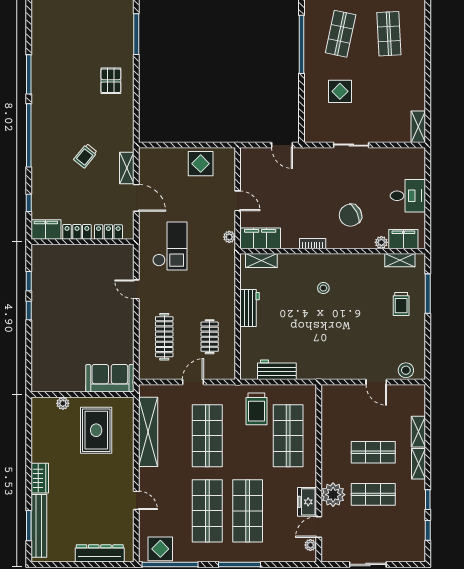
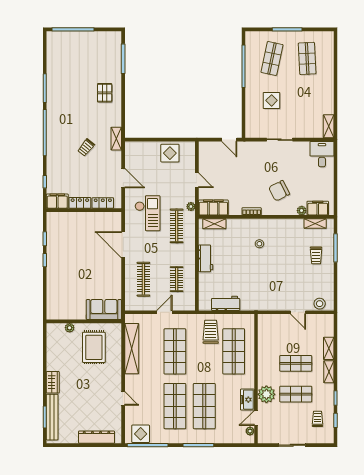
shelving: (127, 168) -> (116, 139), moved
desk: (408, 196) -> (322, 154), moved, turned -90
clothes rail: (210, 264) -> (177, 226), added
door: (136, 289) -> (123, 245), width x1.87
trolley: (256, 409) -> (211, 332), turned 180
trolley: (403, 528) -> (317, 419), added

